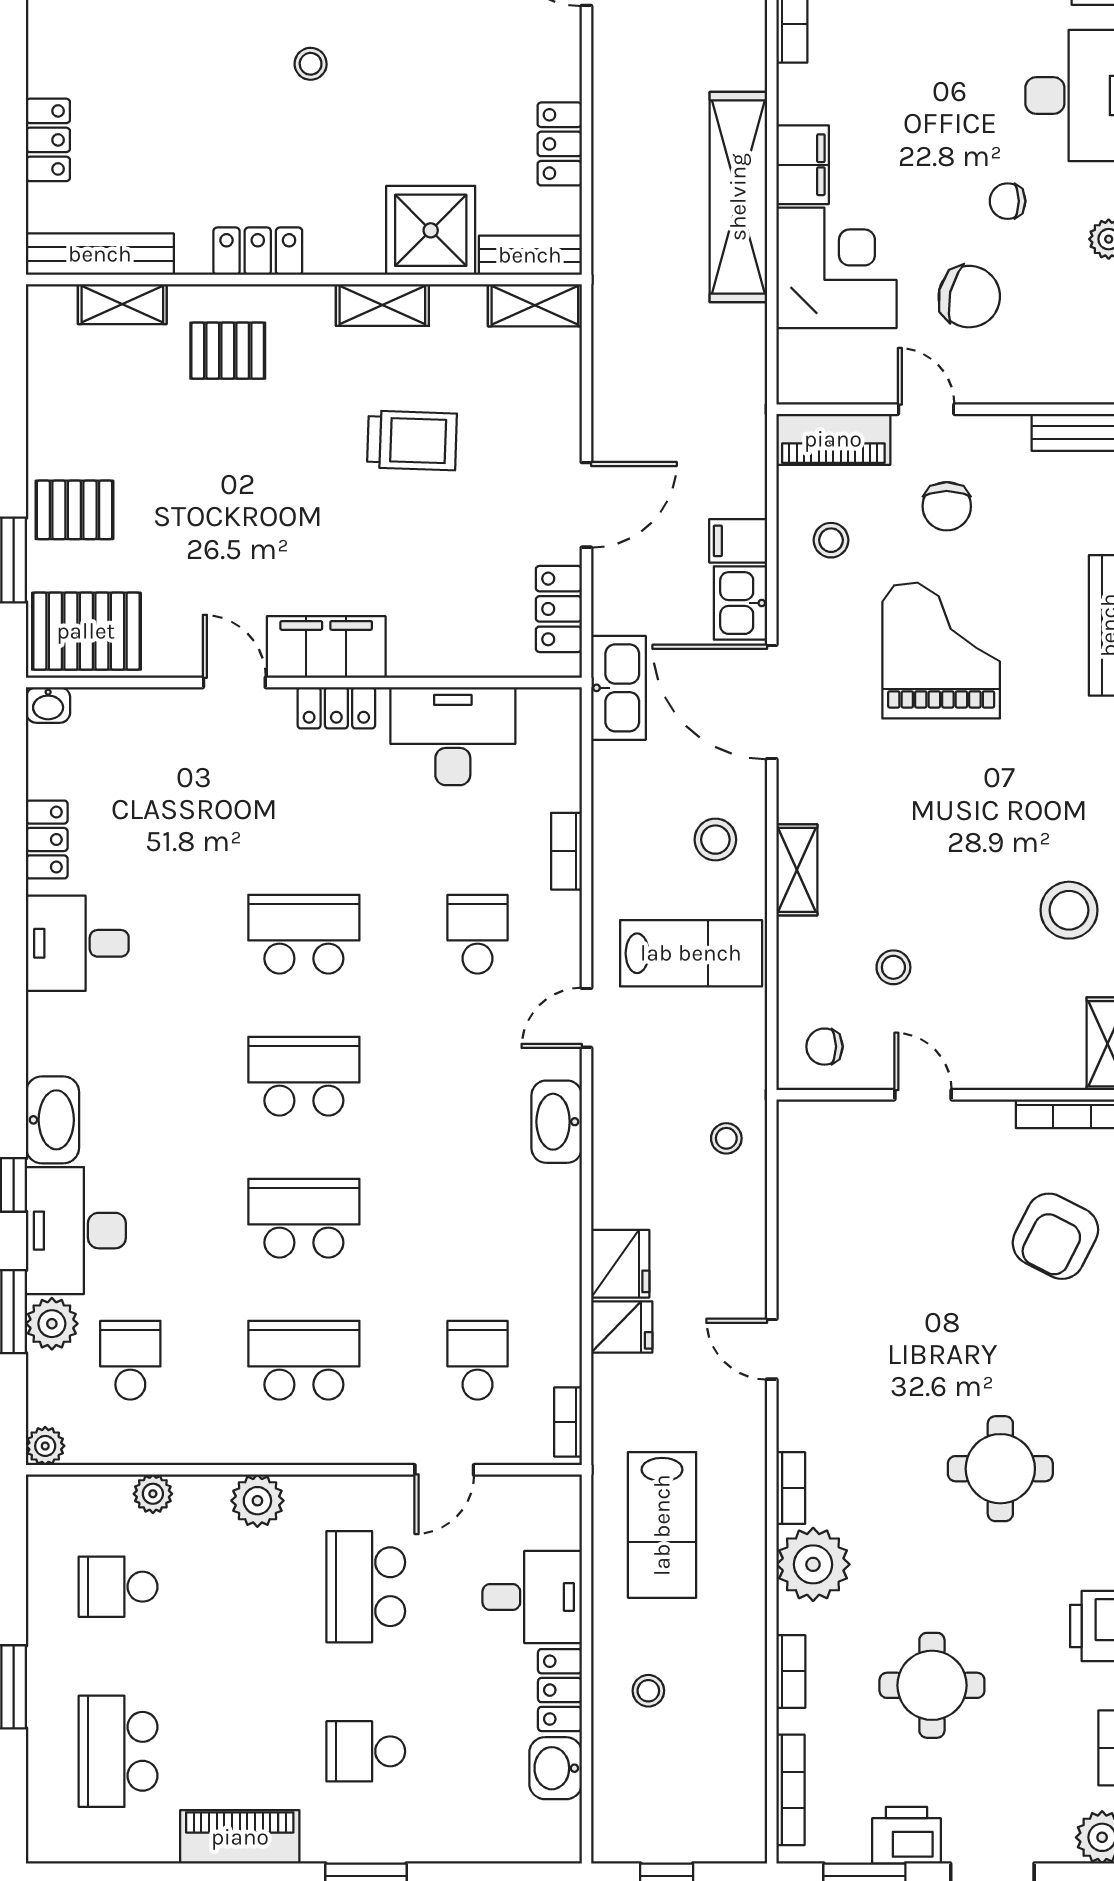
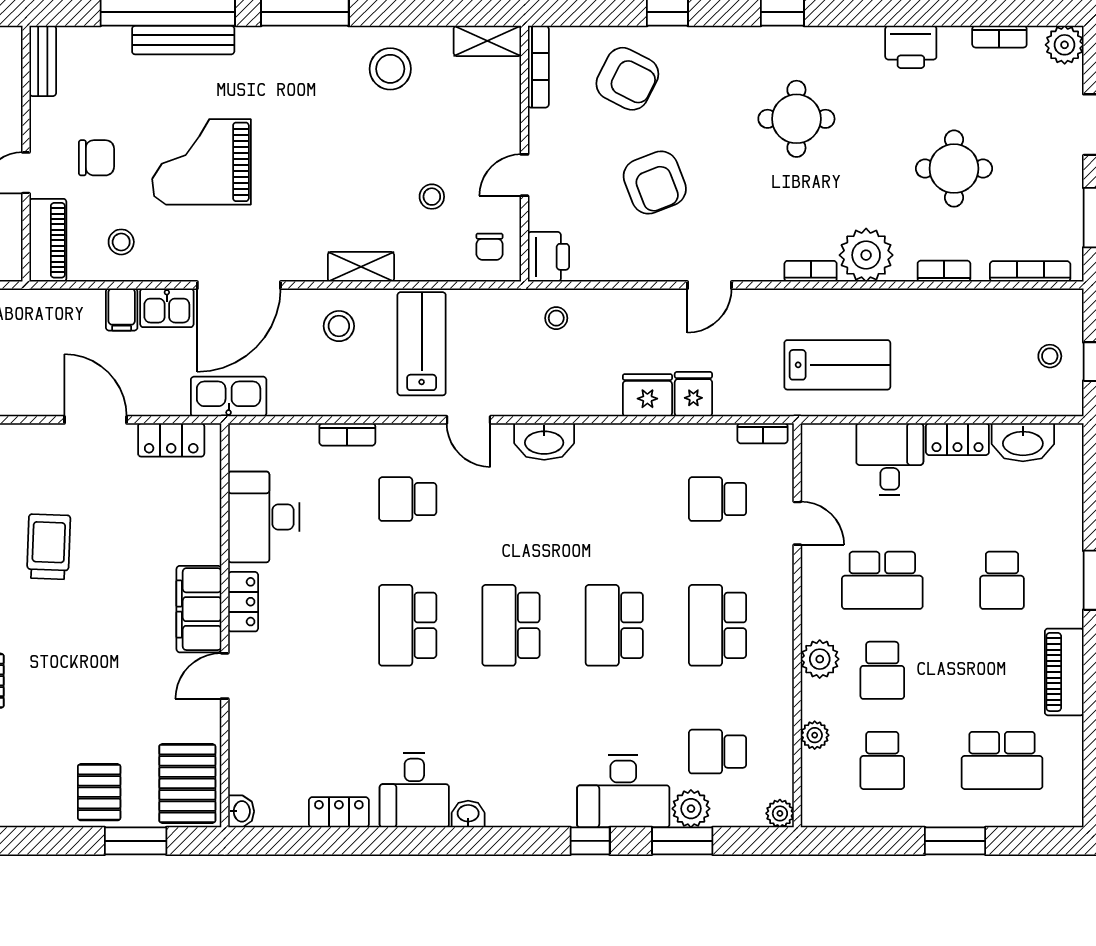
washbasin: (53, 1120) -> (468, 814), moved, width x0.52, depth x0.69
armchair: (913, 1274) -> (655, 182), added
school desk: (242, 1587) -> (882, 670), added
stool: (648, 1691) -> (1050, 356), moved
washbasin: (556, 1768) -> (1023, 442), width x1.38
printer: (906, 1835) -> (548, 257), moved, turned 180

